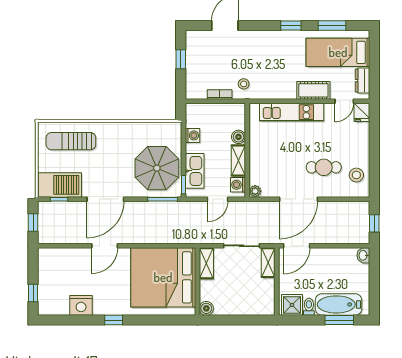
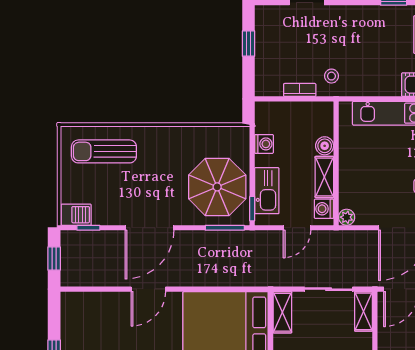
barbecue: (60, 185) -> (76, 215), width x0.53, depth x0.65

